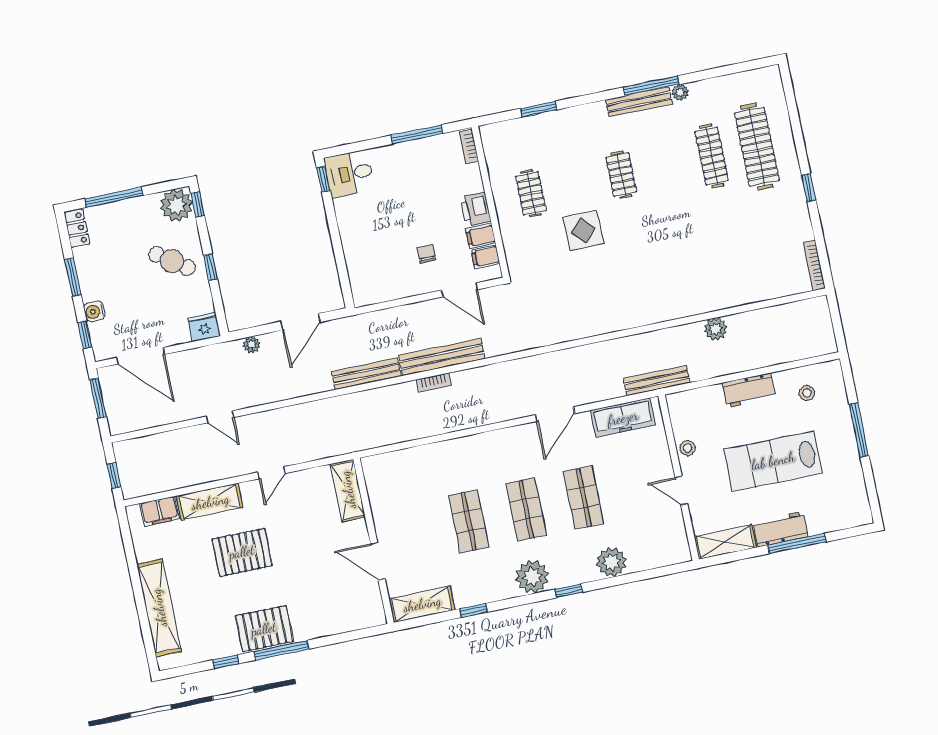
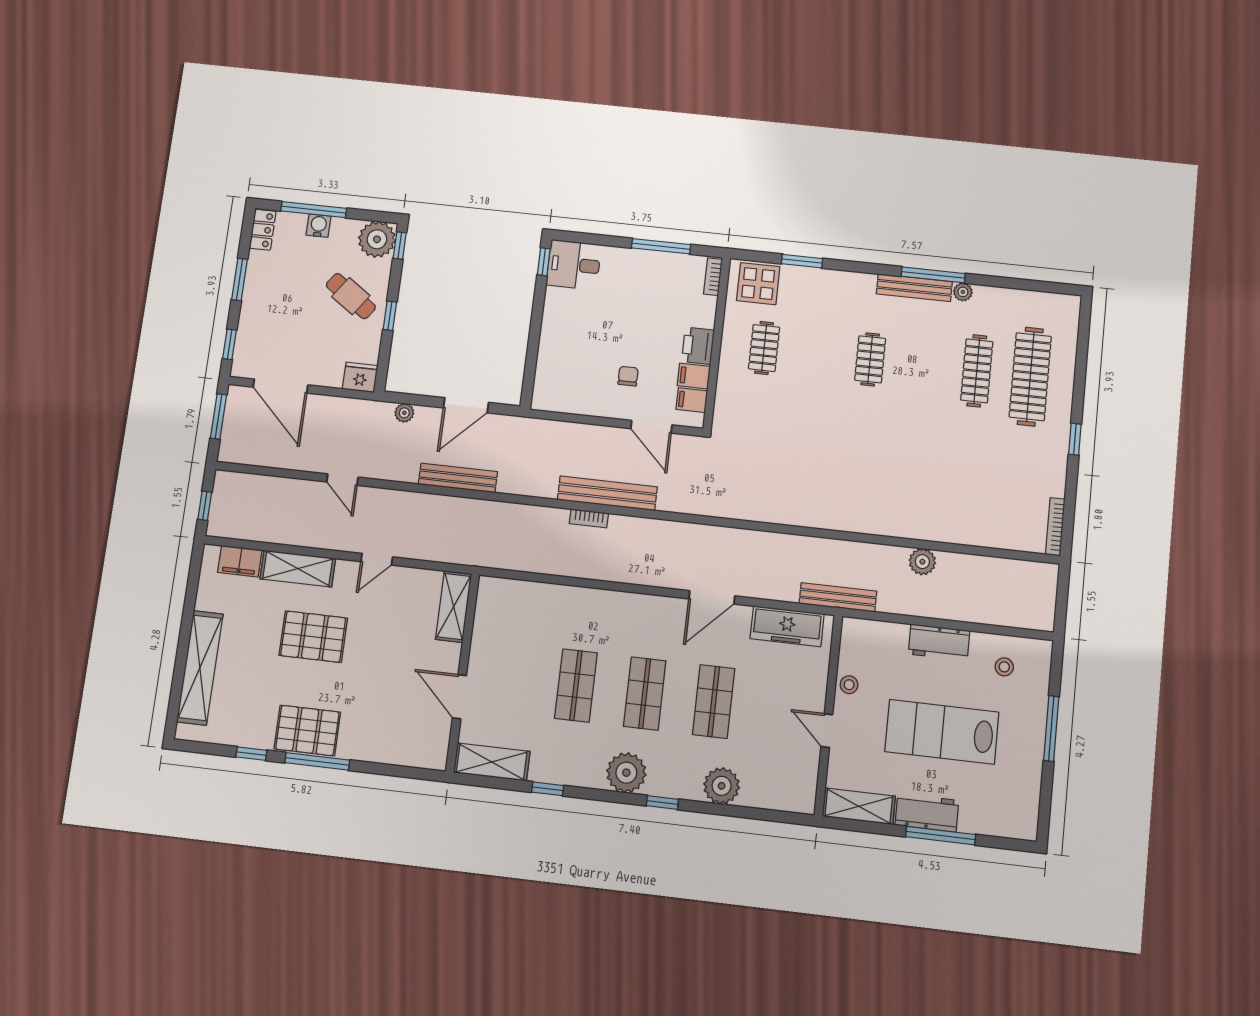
display table: (583, 230) -> (758, 284), moved
water cooler: (94, 311) -> (319, 226), moved, turned 90
bench: (366, 374) -> (458, 478), moved

